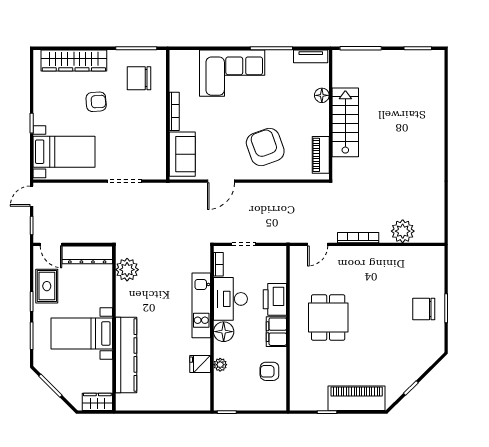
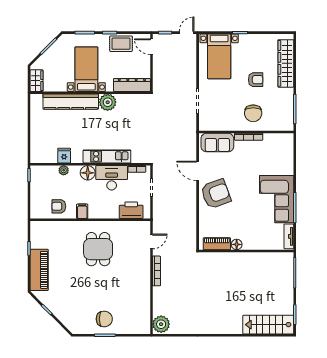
corner sofa: (232, 73) -> (277, 199), moved
chair: (139, 78) -> (253, 113), moved, turned 180
floor lamp: (322, 95) -> (237, 244), moved
armchair: (96, 102) -> (256, 80), turned -86
stairs: (345, 122) -> (268, 325), moved, turned 180
armchair: (265, 147) -> (216, 194), moved
door: (32, 196) -> (187, 33), hinge flipped
plant: (403, 231) -> (161, 324), moved
door: (51, 244) -> (151, 47), hinge flipped
door: (318, 244) -> (151, 241), swing flipped
dresser: (87, 255) -> (132, 85), moved, turned 90
plant: (127, 270) -> (108, 102), moved
printer: (275, 299) -> (131, 210), moved
chair: (424, 309) -> (104, 319), turned 90
dining table: (328, 318) -> (98, 249), turned 90
filing cabinet: (276, 332) -> (82, 211), width x0.50
armchair: (269, 371) -> (59, 206), turned -90

